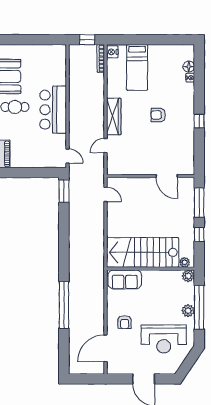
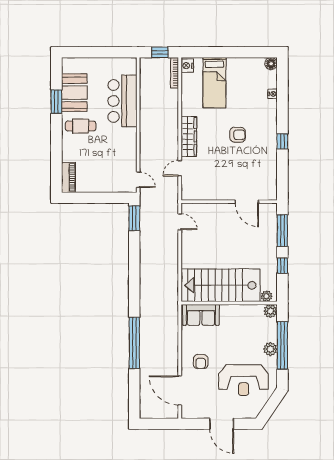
floor lamp: (189, 67) -> (271, 64), moved
bar counter: (53, 110) -> (122, 101), moved
armchair: (158, 115) -> (238, 135), turned 180
door: (105, 348) -> (180, 390), hinge flipped

